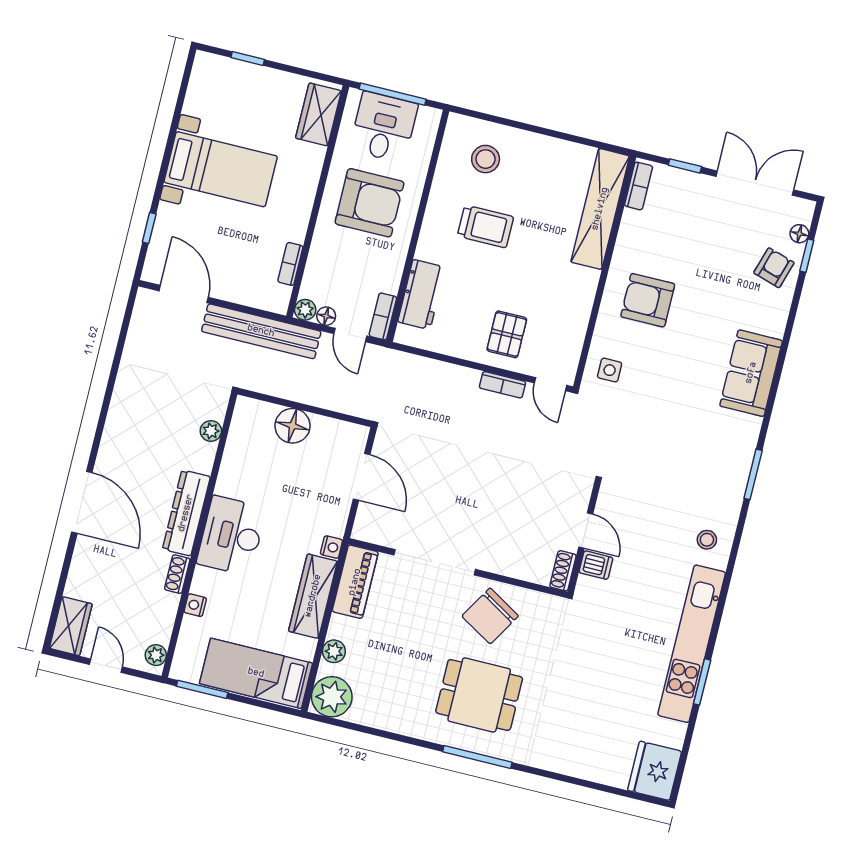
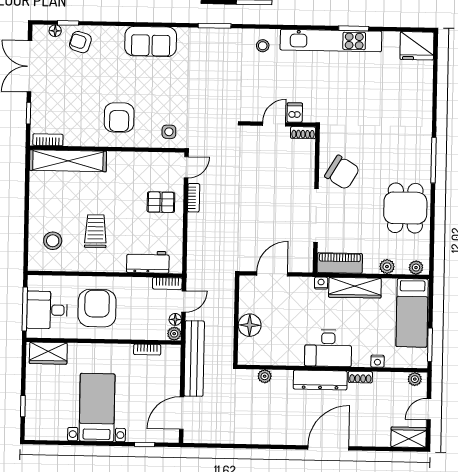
dining table: (479, 695) -> (405, 208), moved
plant: (332, 697) -> (416, 268), width x0.53, depth x0.53

